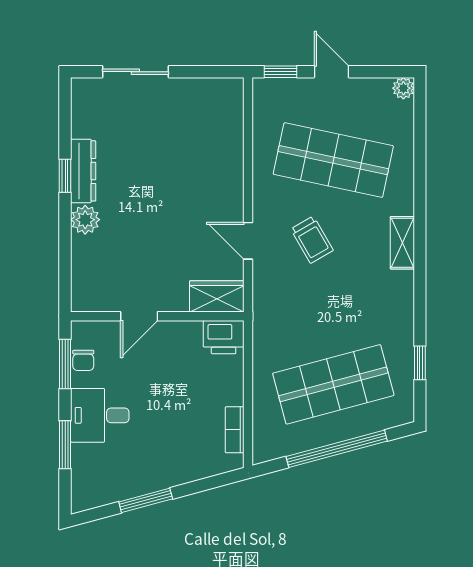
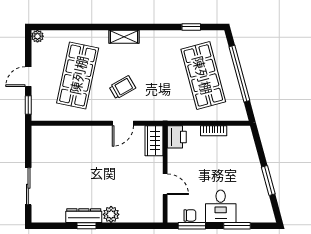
bookcase: (235, 430) -> (214, 131), moved

